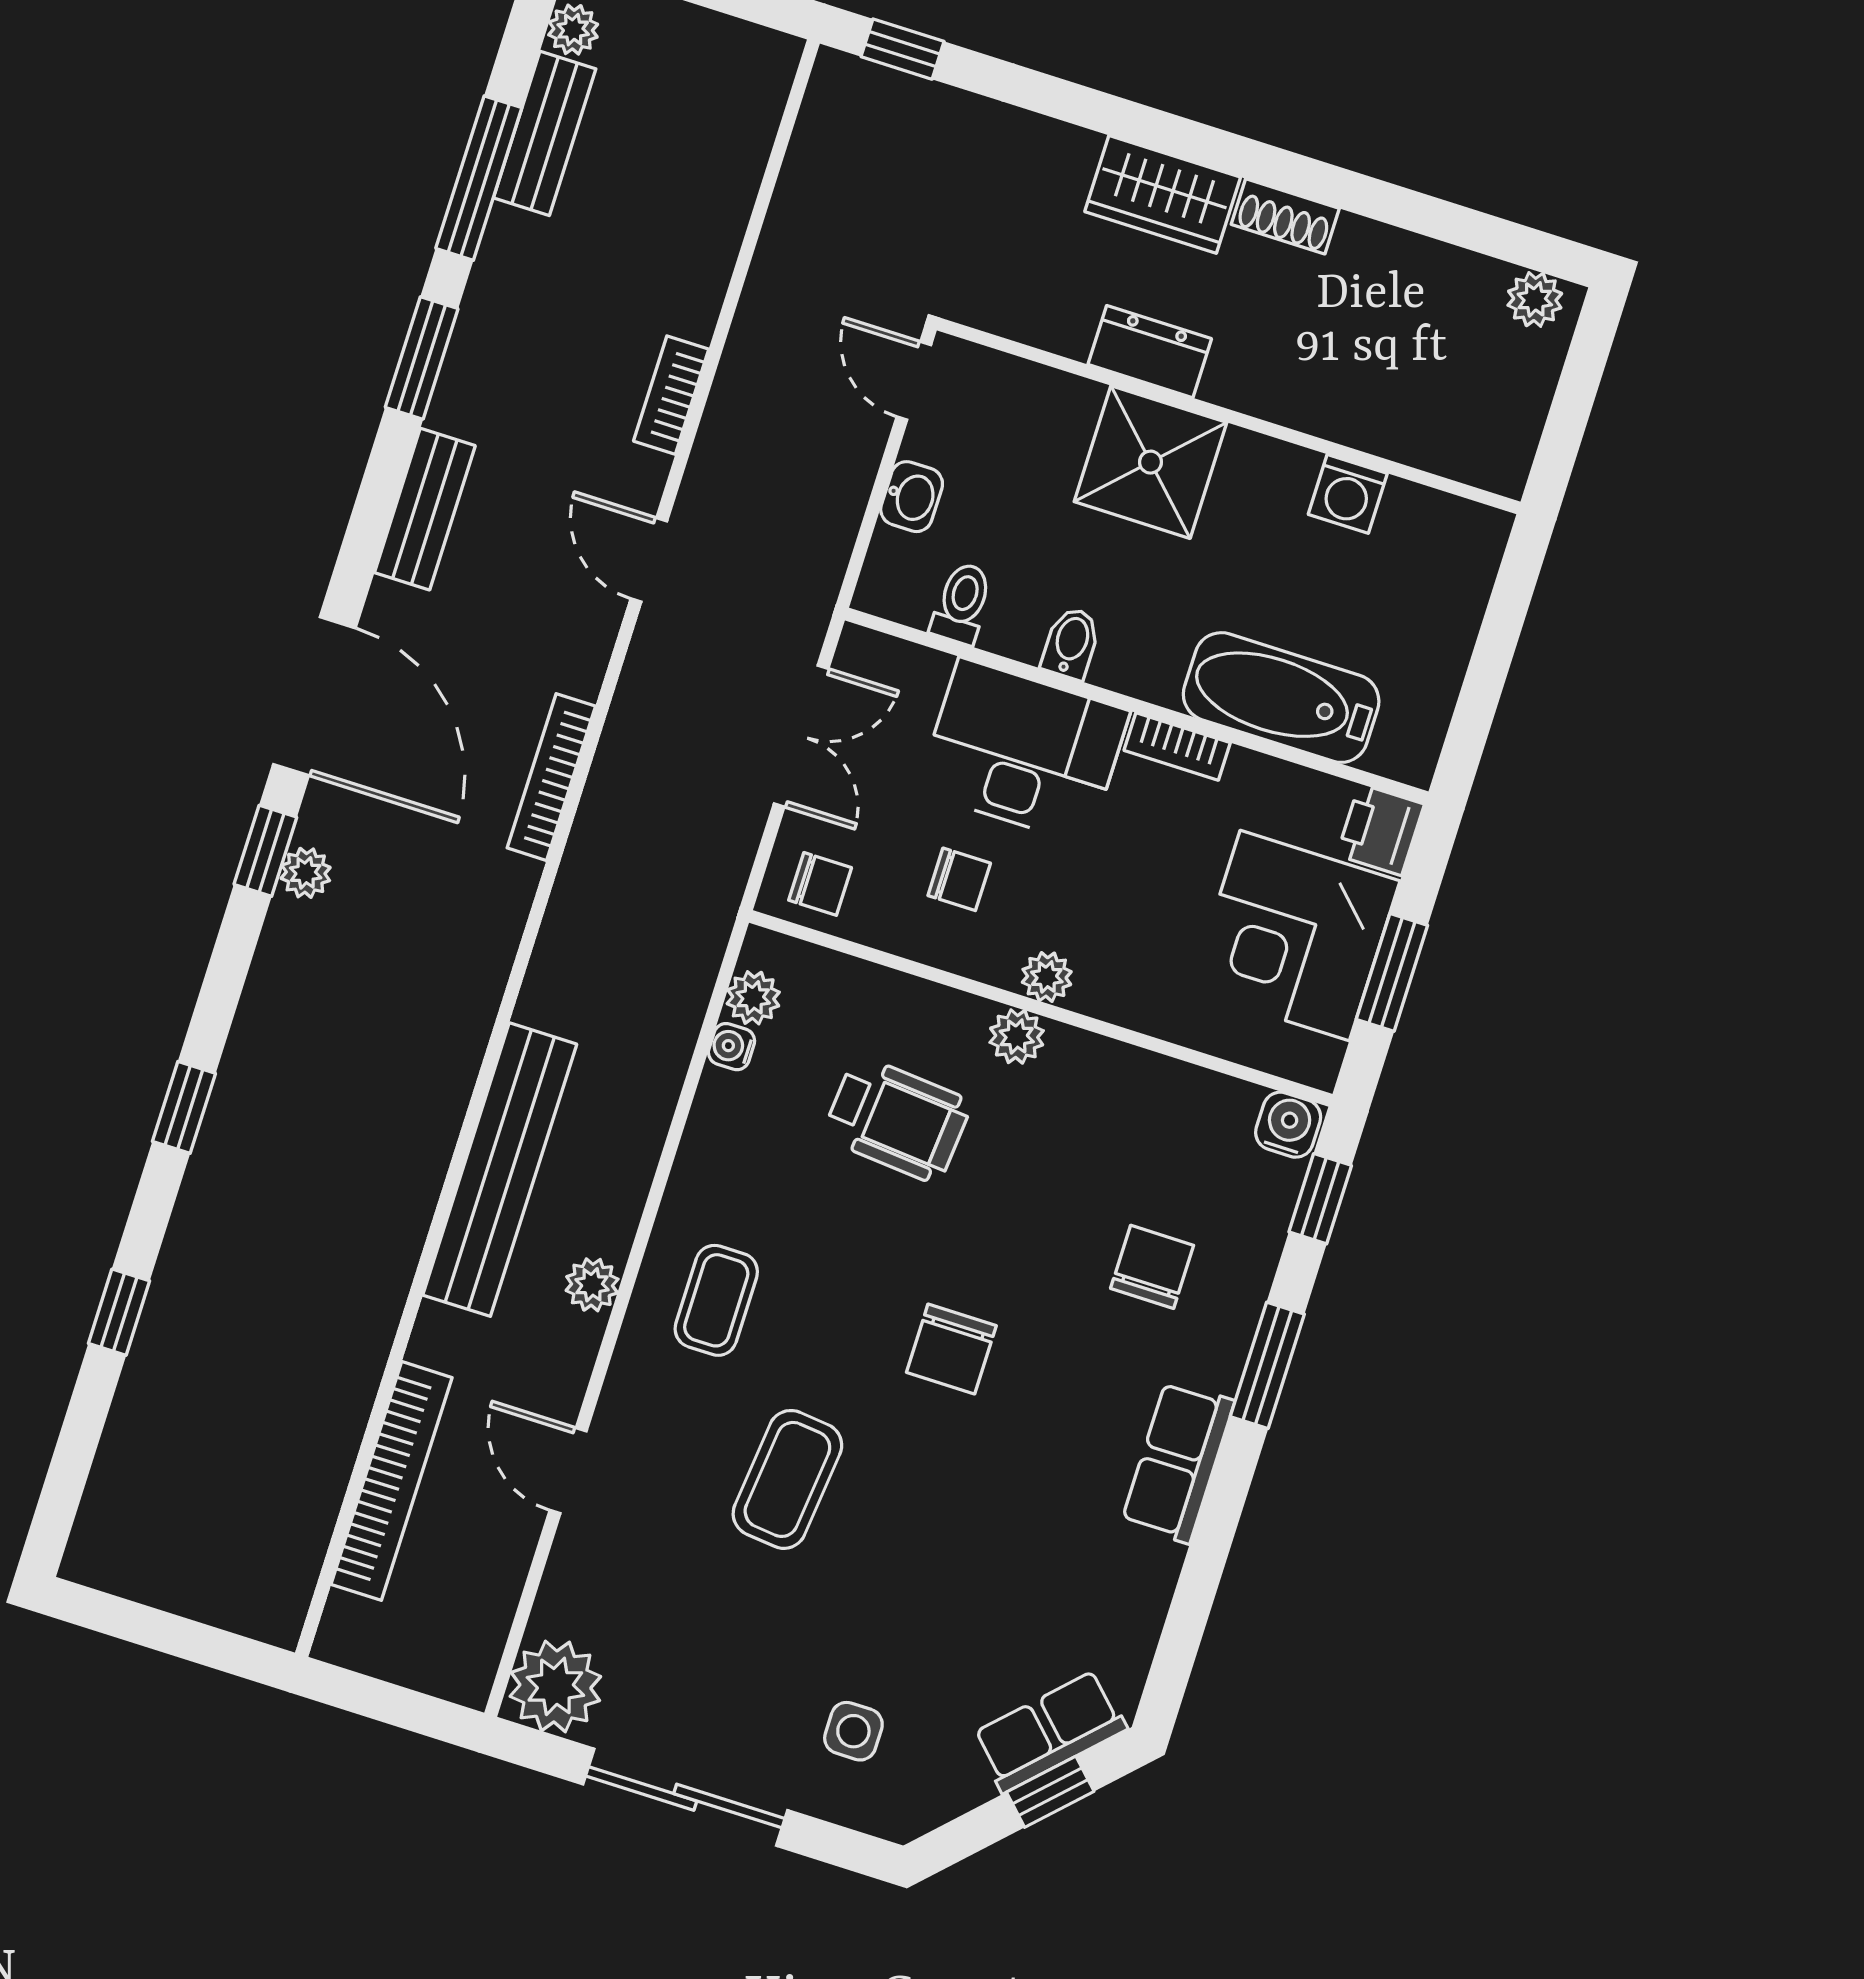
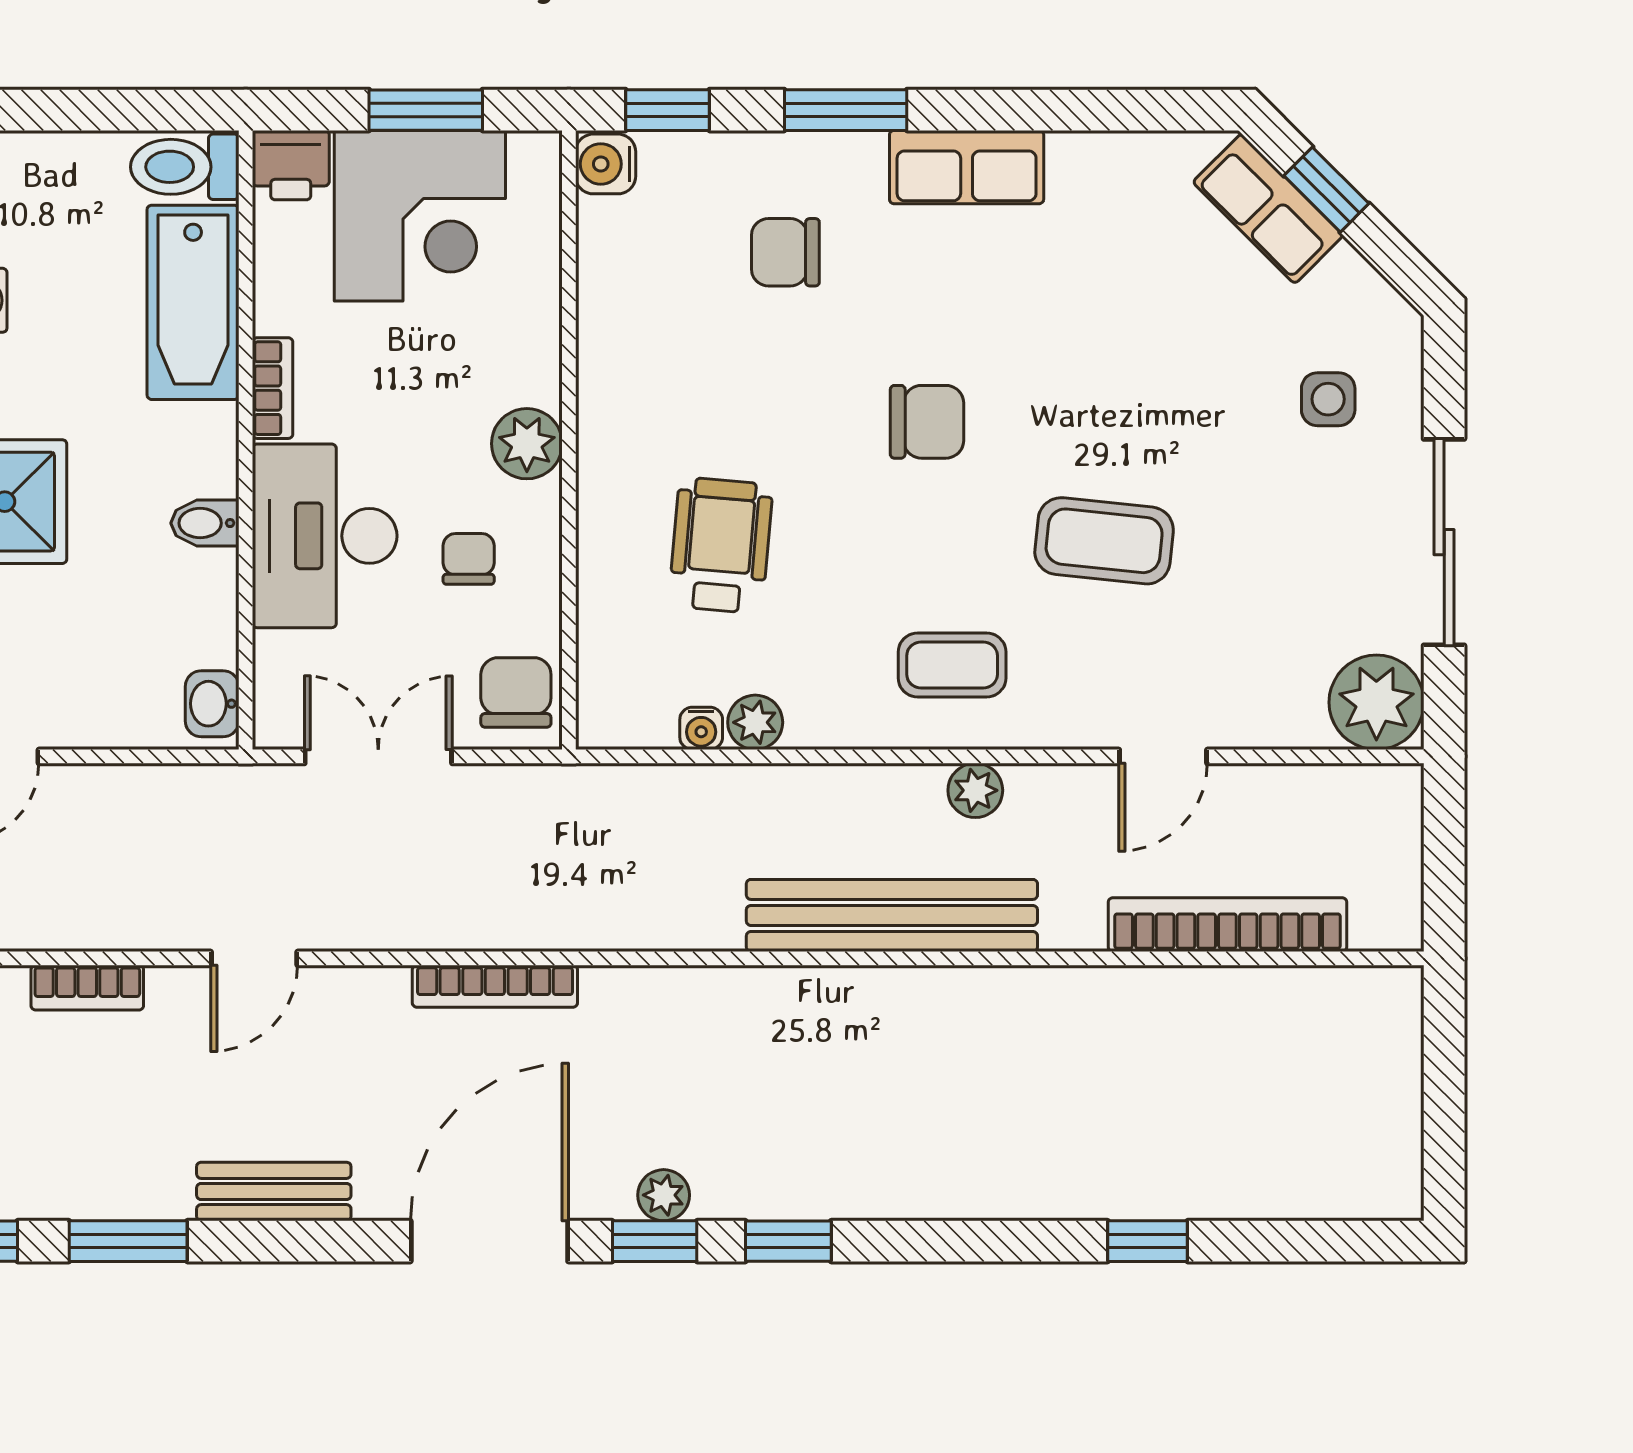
washbasin: (912, 497) -> (212, 704), moved, turned -90
toilet: (962, 603) -> (185, 167), moved, width x1.37, depth x1.39
chair: (820, 884) -> (516, 692), width x1.37, depth x1.37
plant: (1047, 977) -> (527, 444), width x1.38, depth x1.38
plant: (753, 998) -> (755, 722), moved
plant: (1017, 1037) -> (604, 455), removed
window: (184, 1107) -> (788, 1241), moved

